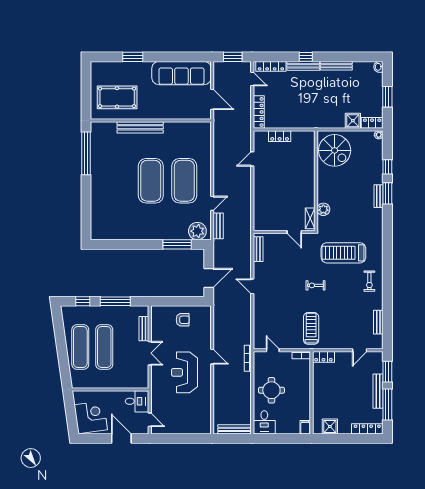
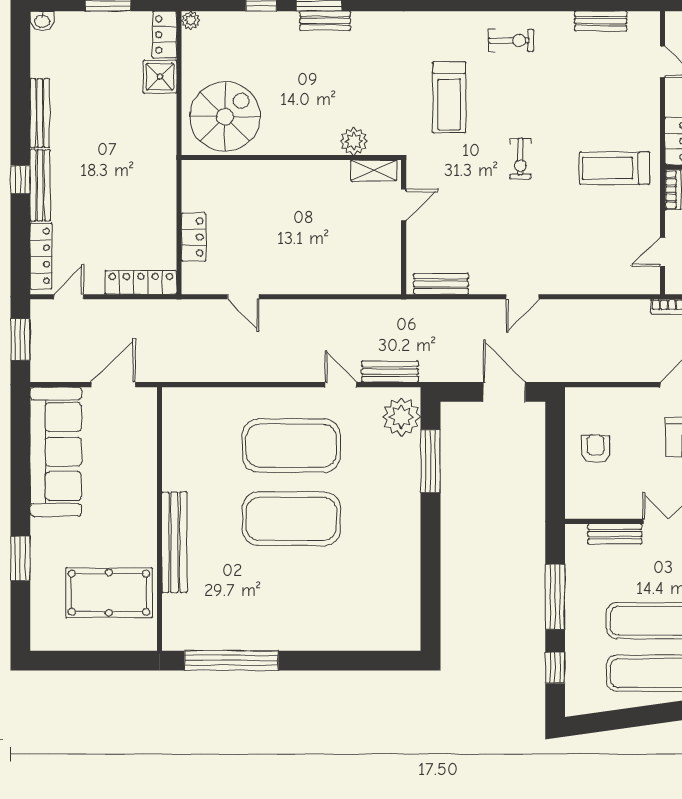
pool table: (117, 97) -> (109, 593), turned 90
treadmill: (343, 253) -> (449, 97), width x0.73, depth x0.73

